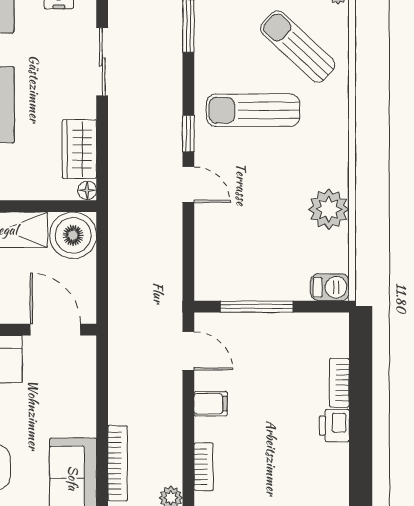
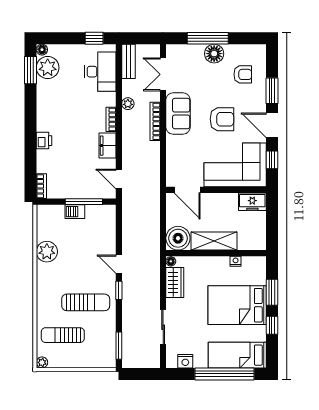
sun lounger: (298, 47) -> (63, 335), turned 137
barbecue: (330, 287) -> (75, 212), moved
bookcase: (339, 383) -> (41, 186), moved
filing cabinet: (210, 404) -> (108, 146), width x2.00

